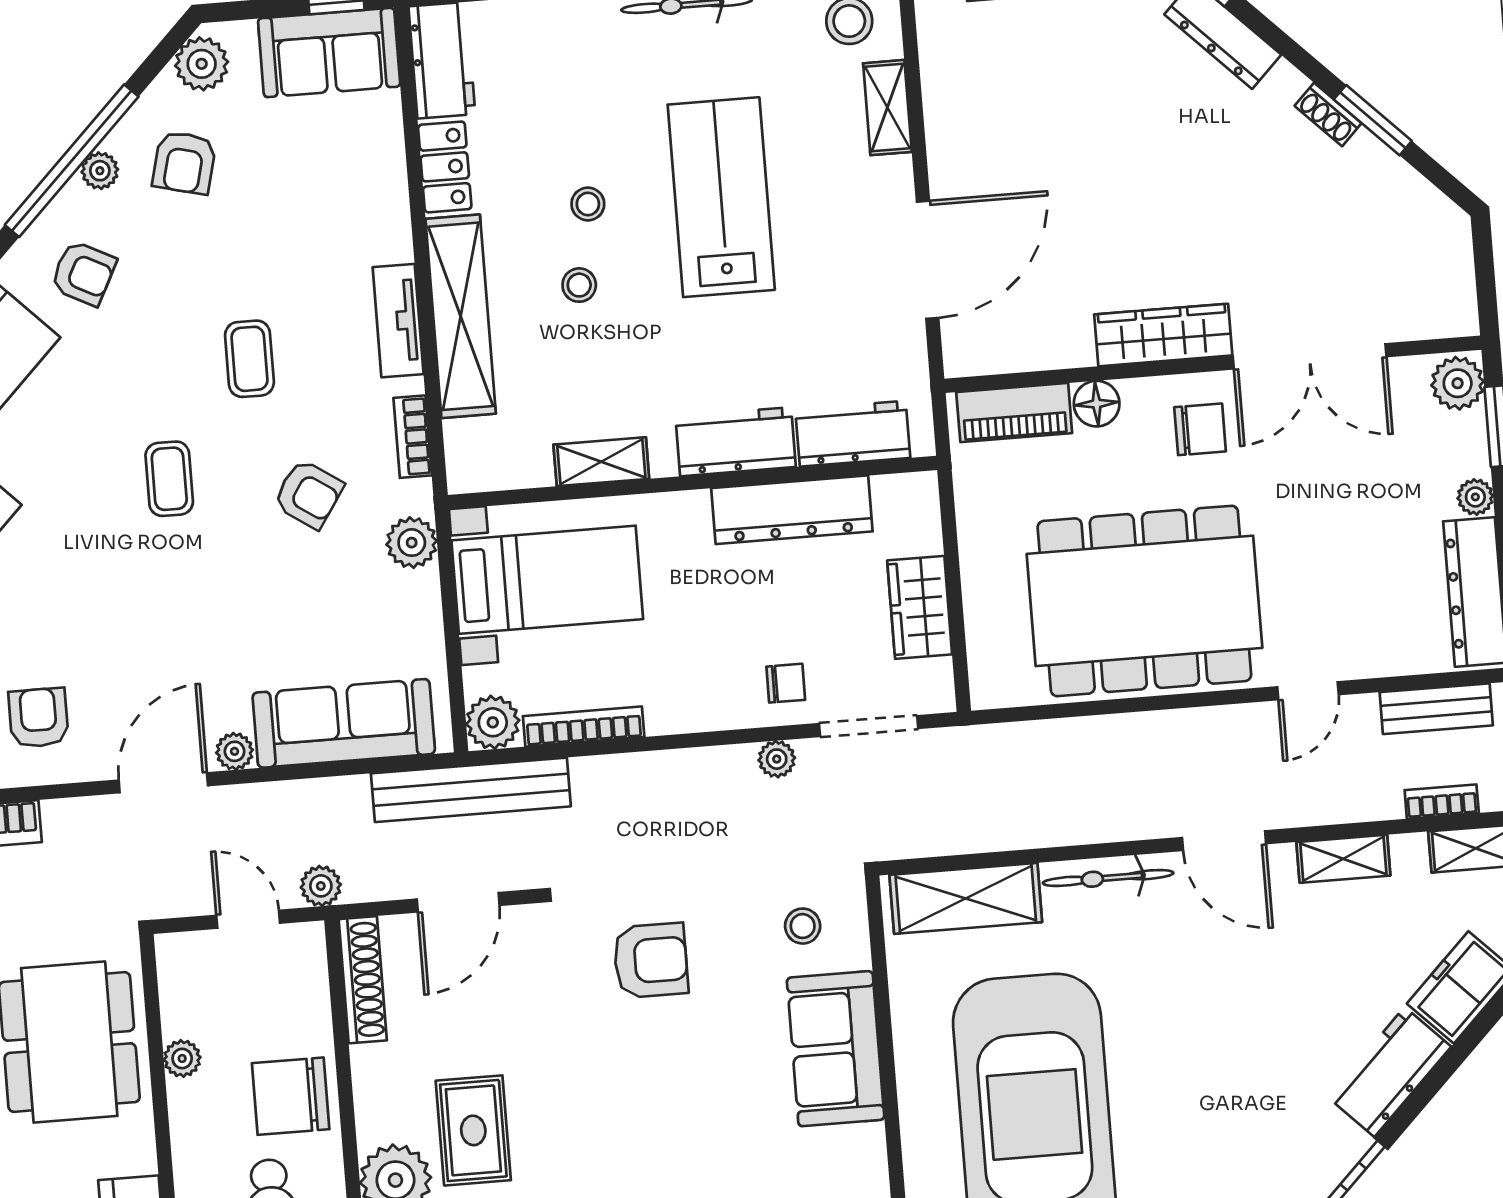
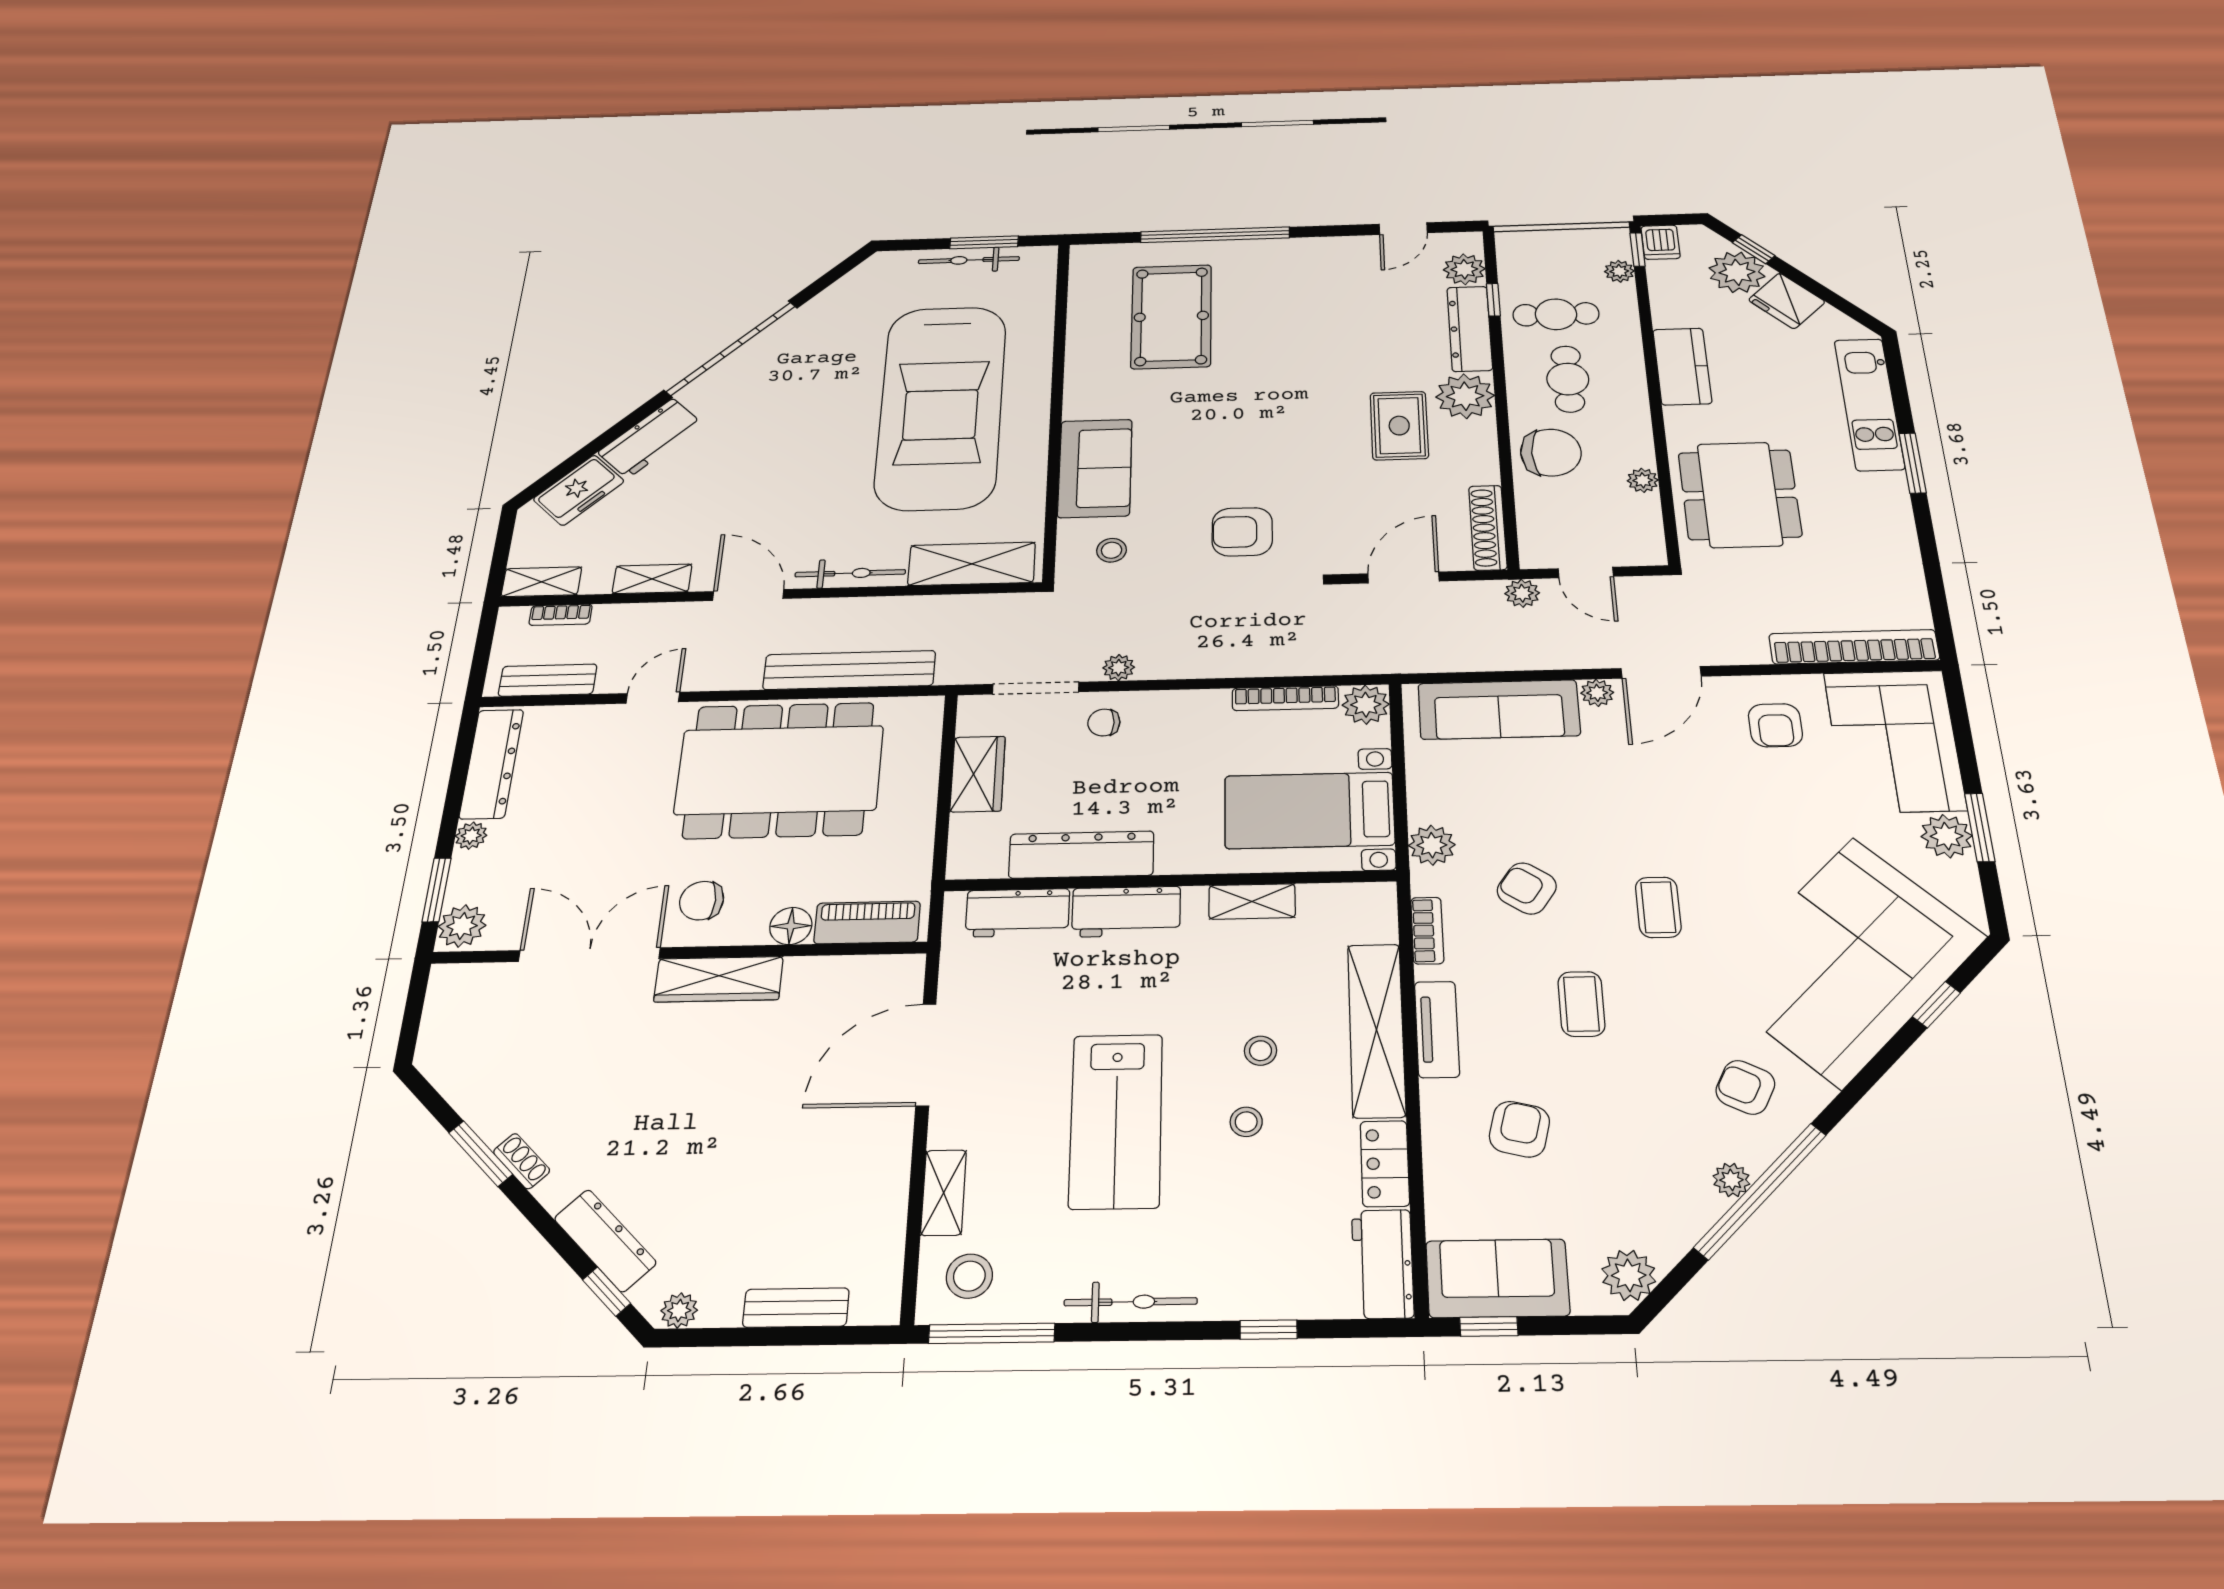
armchair: (184, 163) -> (1519, 1129), moved
bench: (471, 790) -> (849, 670), moved

